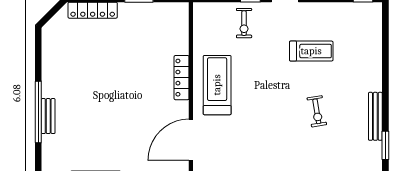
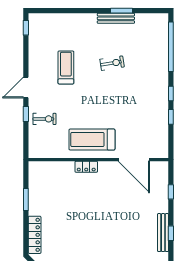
locker: (182, 78) -> (86, 167), width x0.66
window: (385, 145) -> (121, 11), moved

